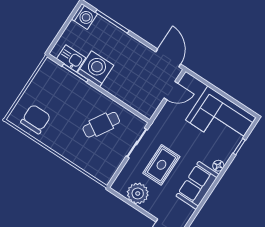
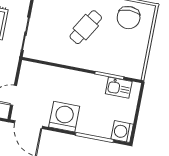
washing machine: (96, 69) -> (64, 117), moved, turned 180
cafe table: (101, 125) -> (86, 27), moved

